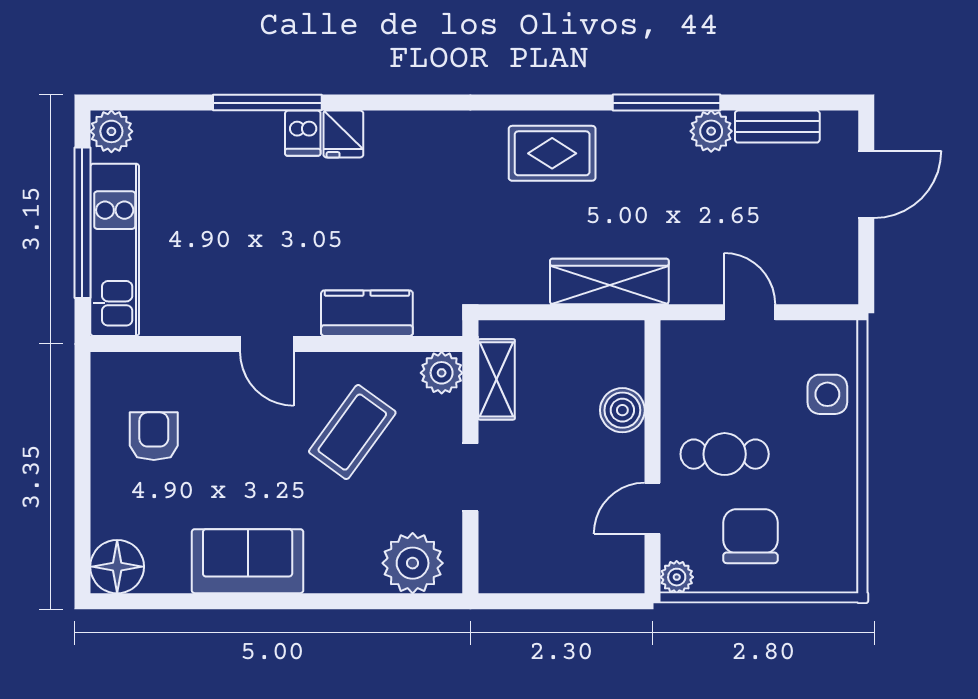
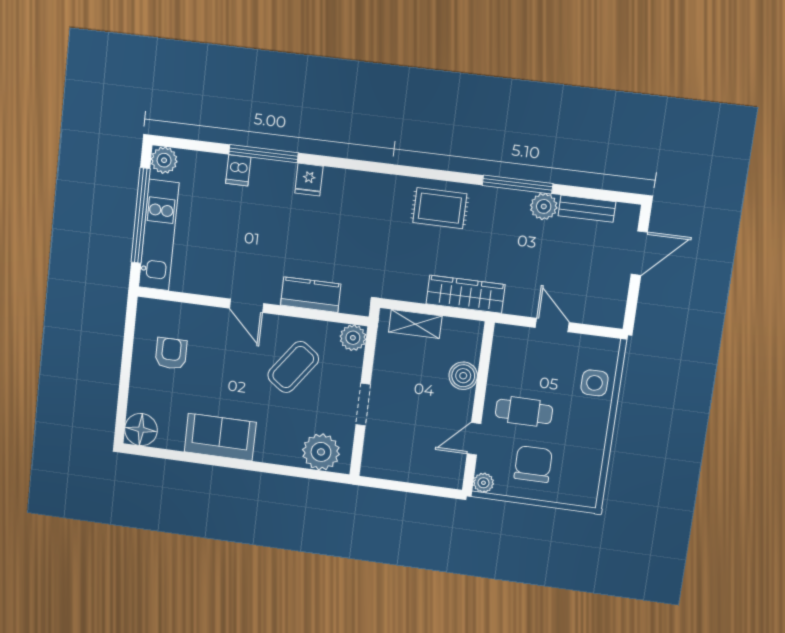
dishwasher: (303, 133) -> (238, 170), moved
shelving: (496, 379) -> (415, 324), moved, turned 90

